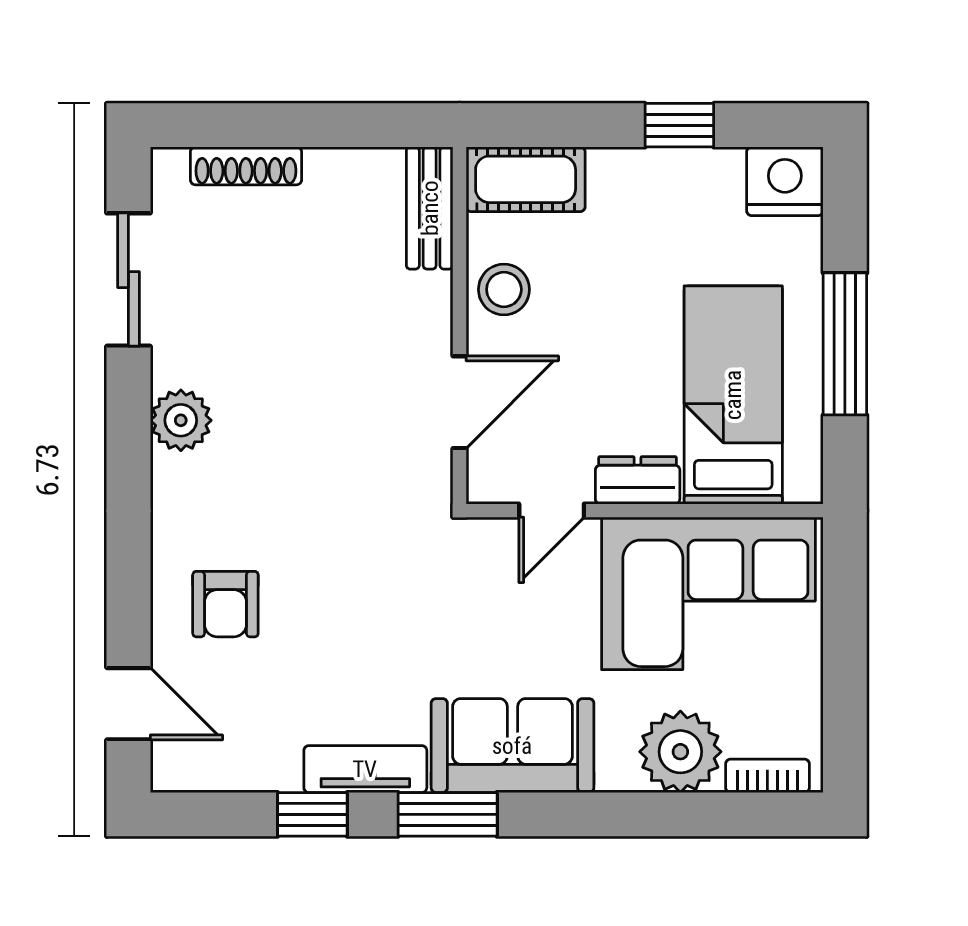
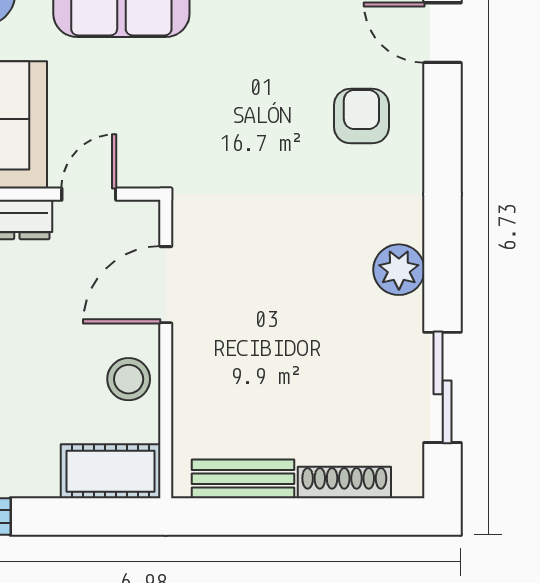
bench: (430, 208) -> (243, 479), moved, turned 90

